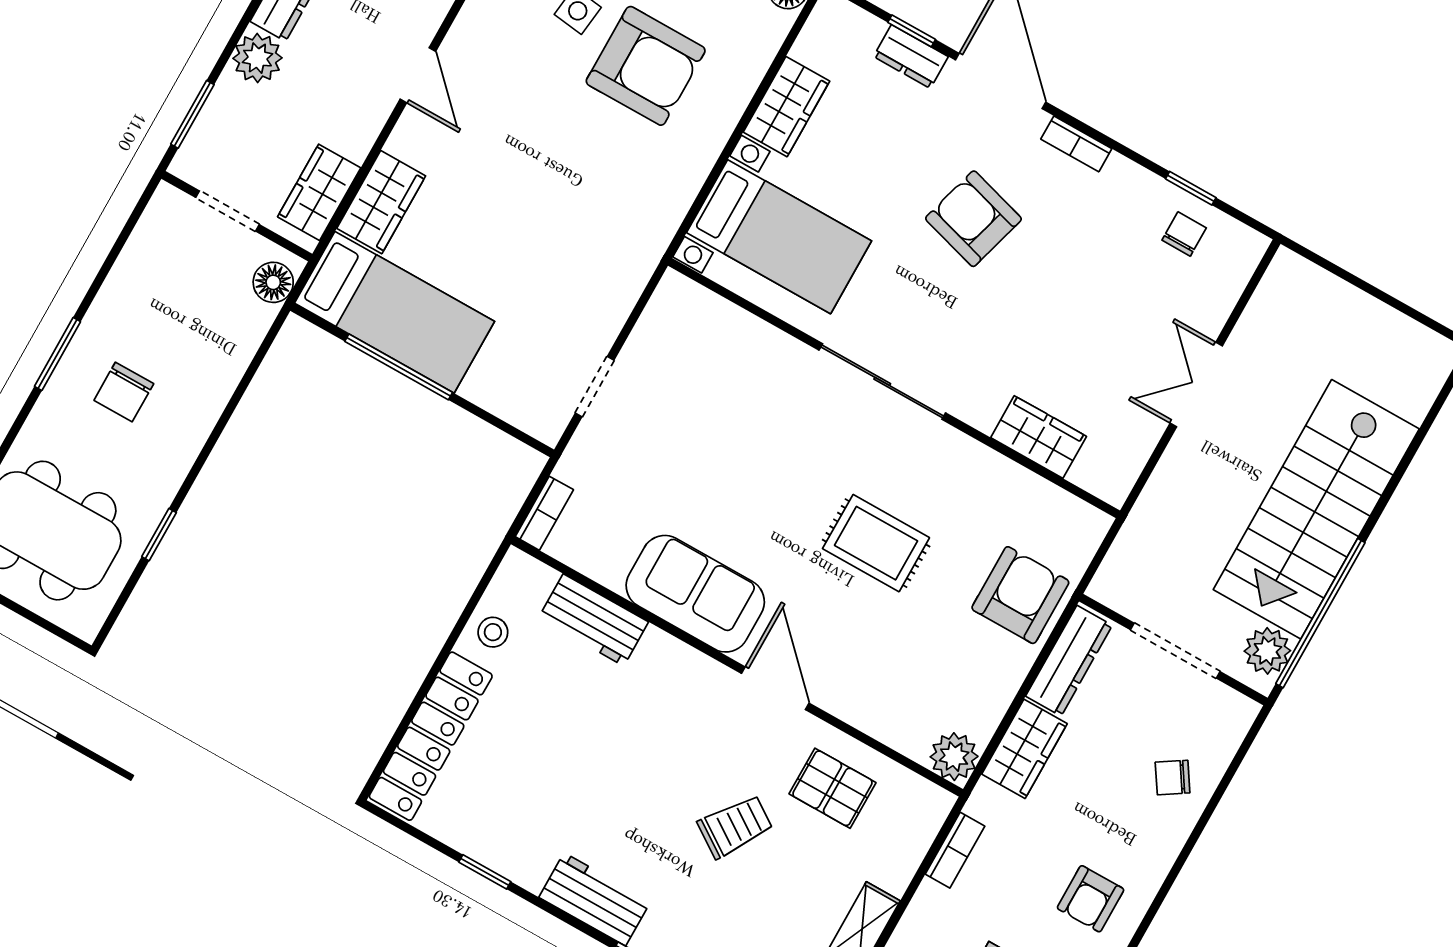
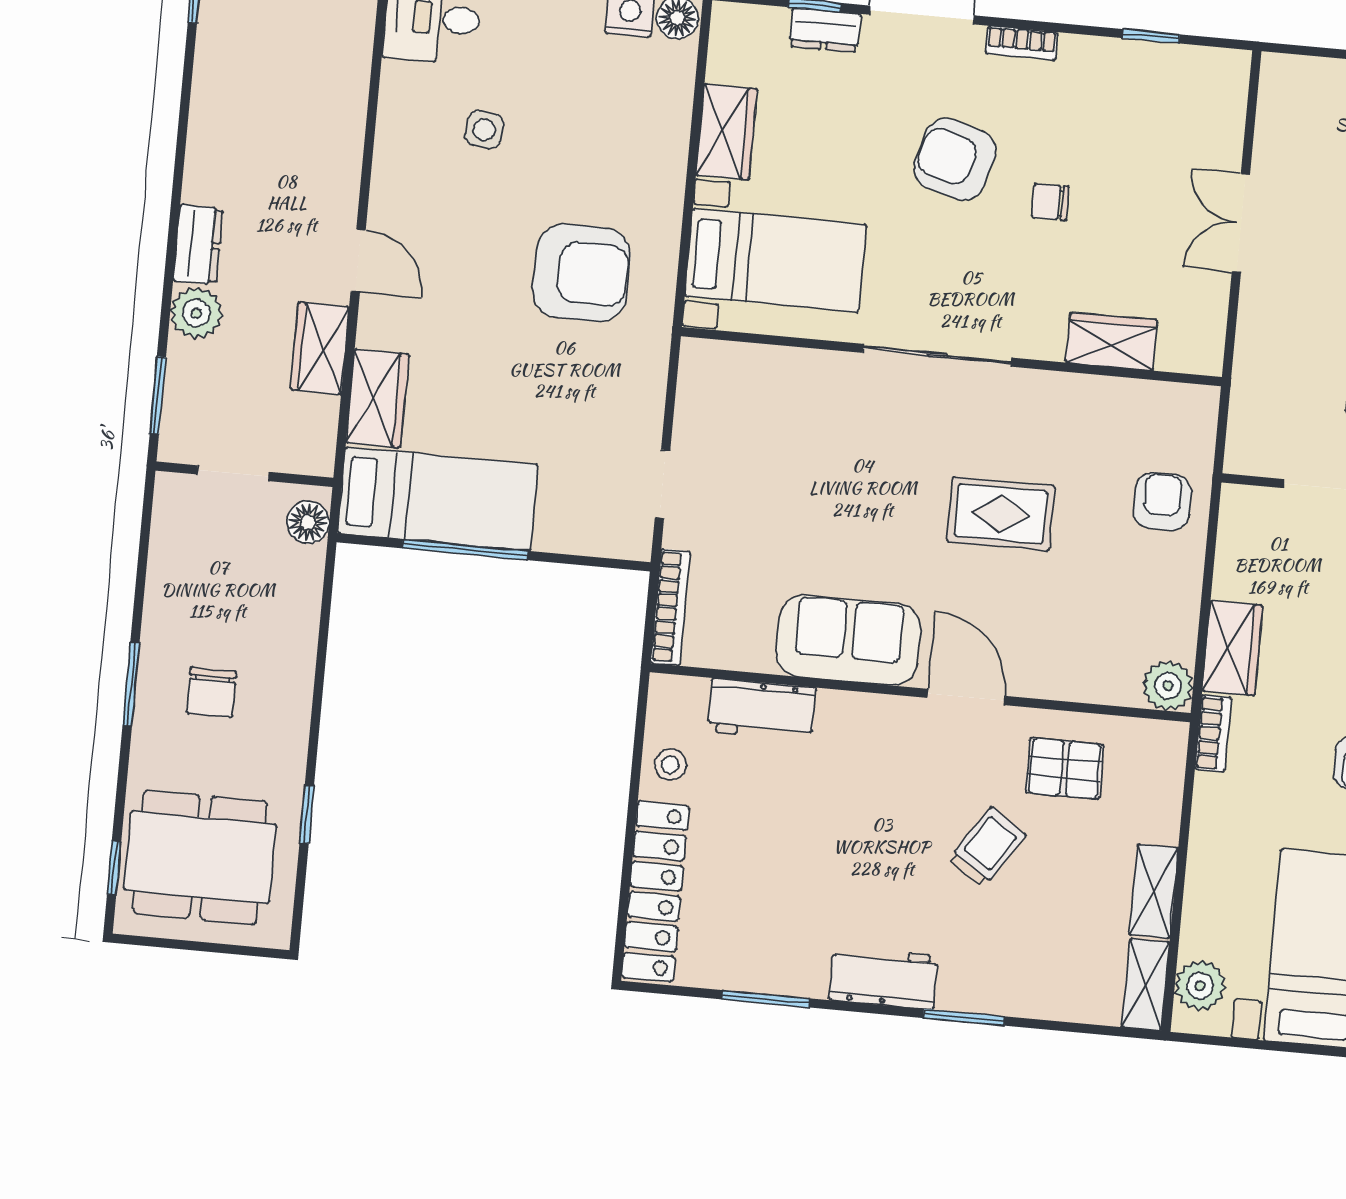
armchair: (646, 66) -> (581, 273), moved
wardrobe: (319, 192) -> (320, 348), moved
chair: (1184, 234) -> (1050, 202), moved, turned -90
bookcase: (544, 513) -> (670, 607), width x1.56
armchair: (1020, 595) -> (1162, 502), width x0.72, depth x0.72
dresser: (1069, 661) -> (1237, 544), removed
bookcase: (955, 850) -> (1213, 733), moved
window: (485, 872) -> (766, 999), width x1.50

